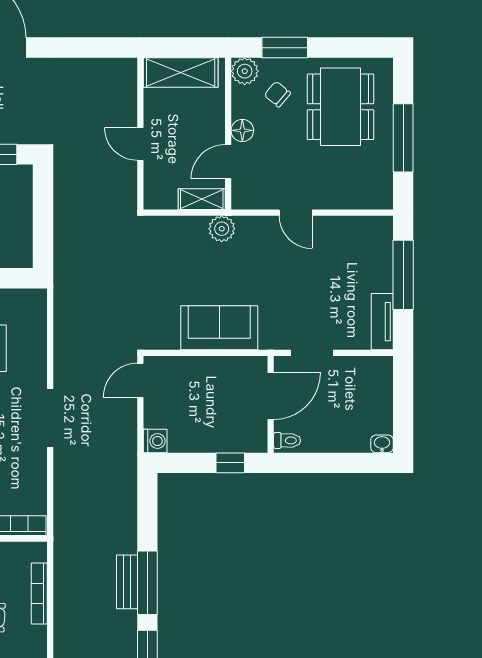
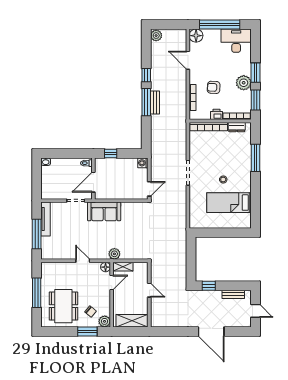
floor lamp: (242, 130) -> (106, 267), moved
tv unit: (382, 322) -> (46, 219), width x1.41
sofa: (219, 328) -> (104, 211), moved

